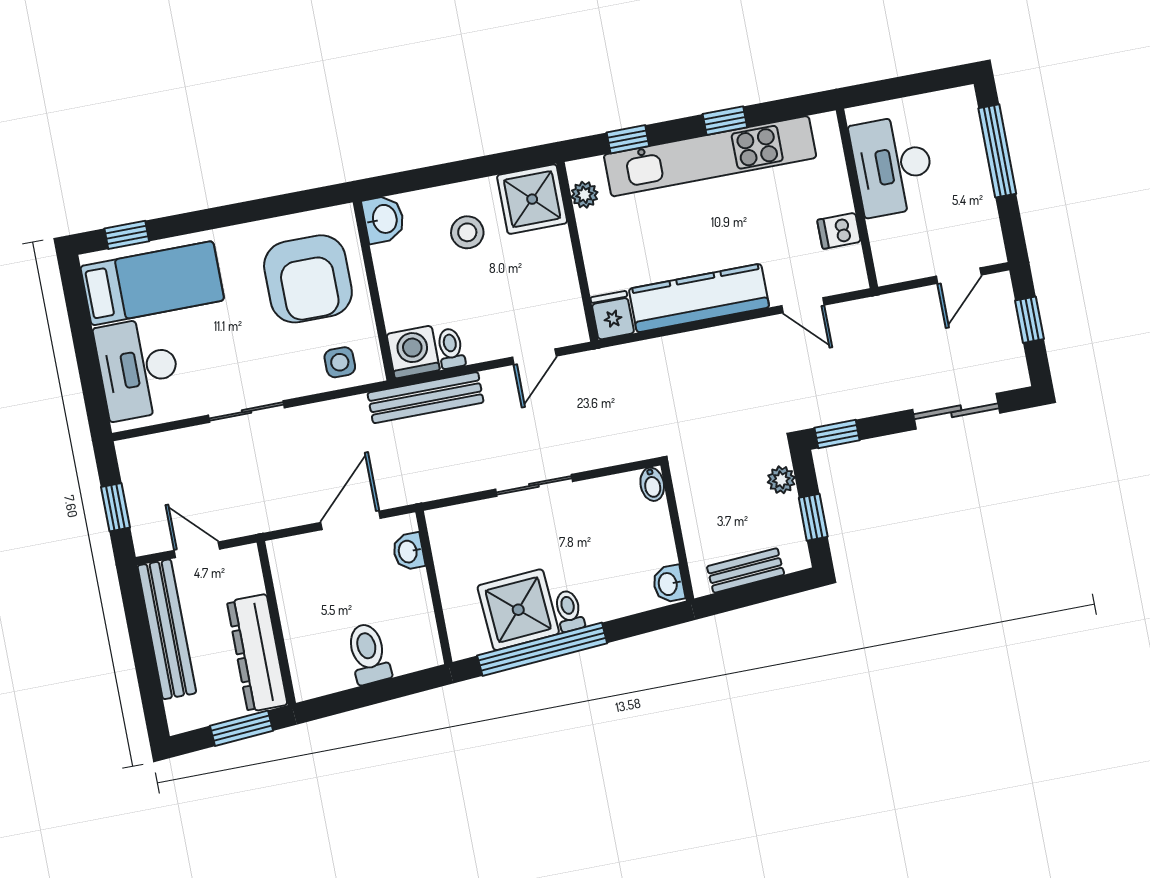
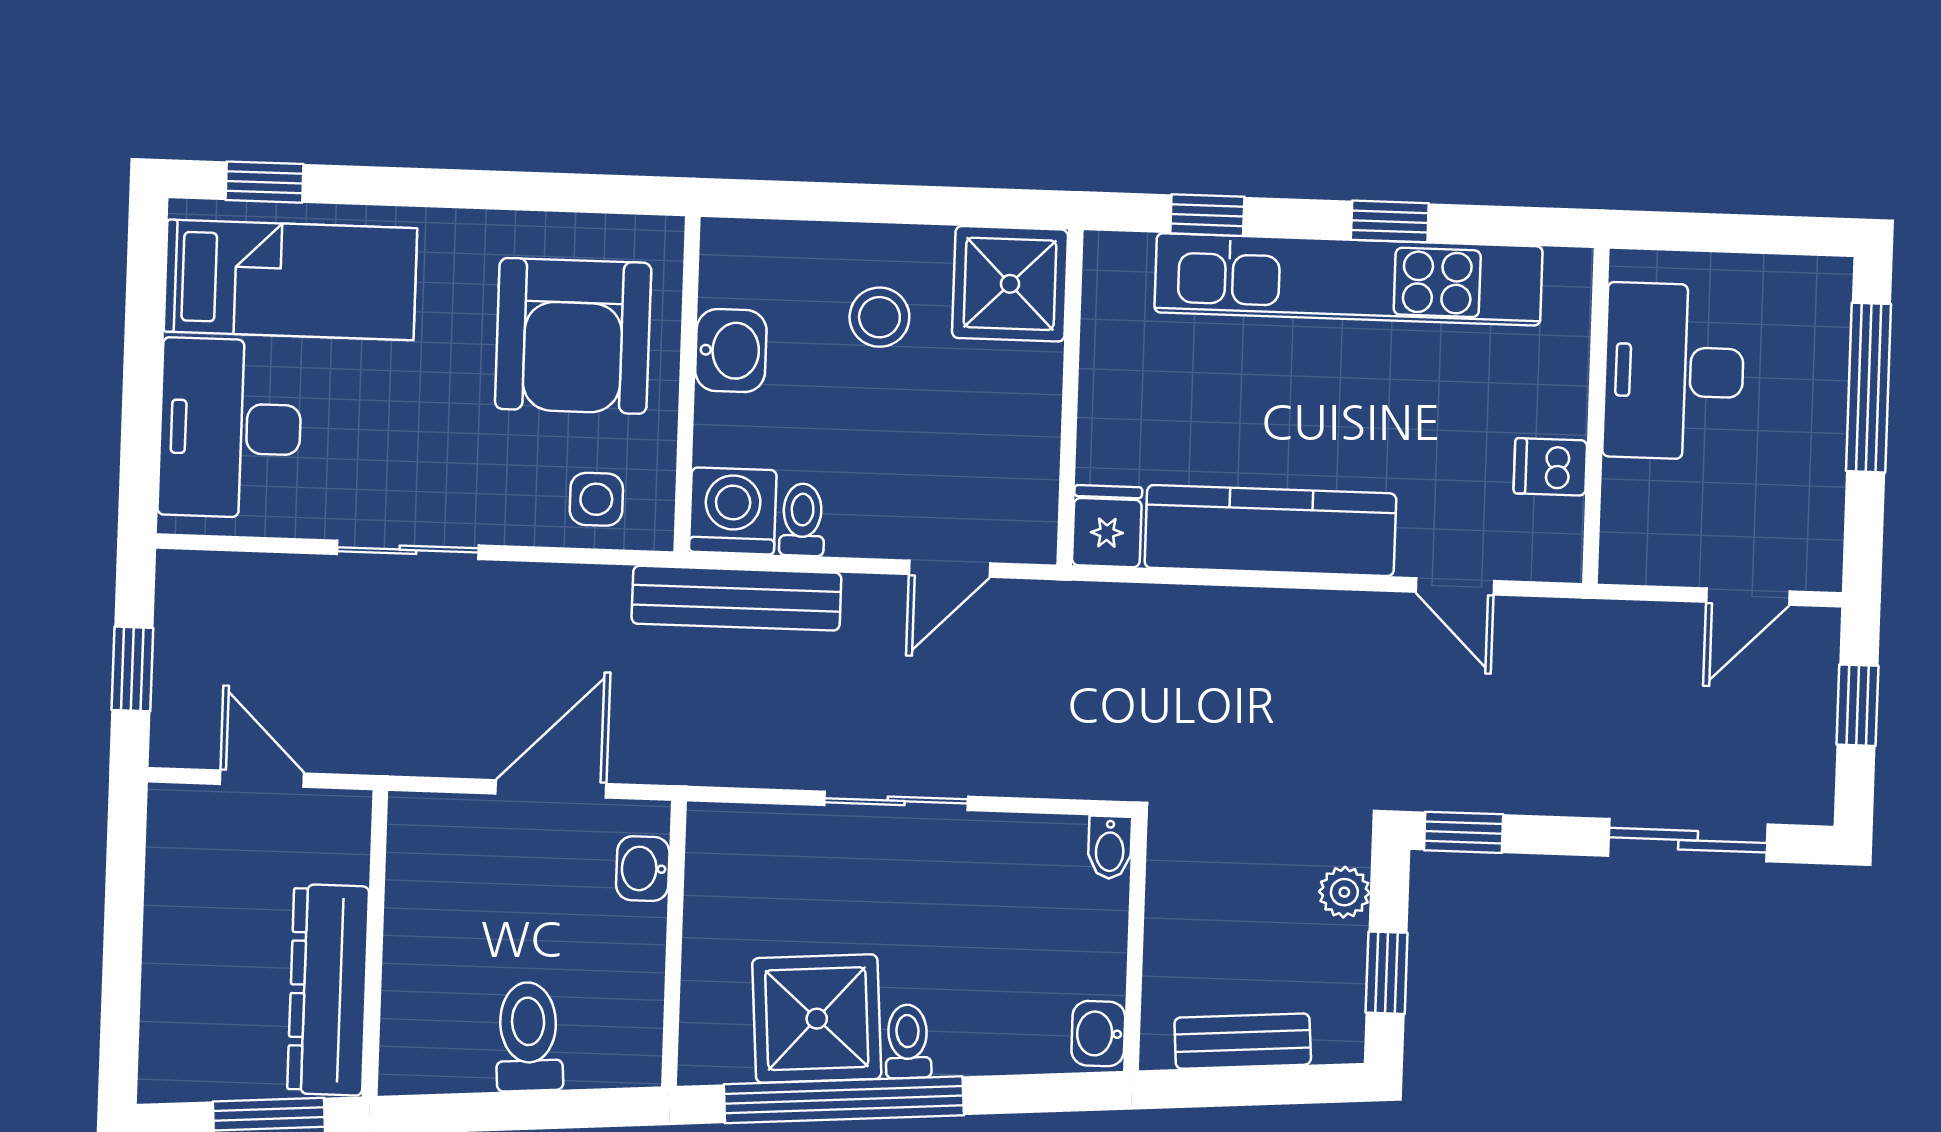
plant: (584, 195) -> (1106, 297), removed
washbasin: (384, 219) -> (731, 351), moved
bench: (167, 629) -> (175, 910), removed

